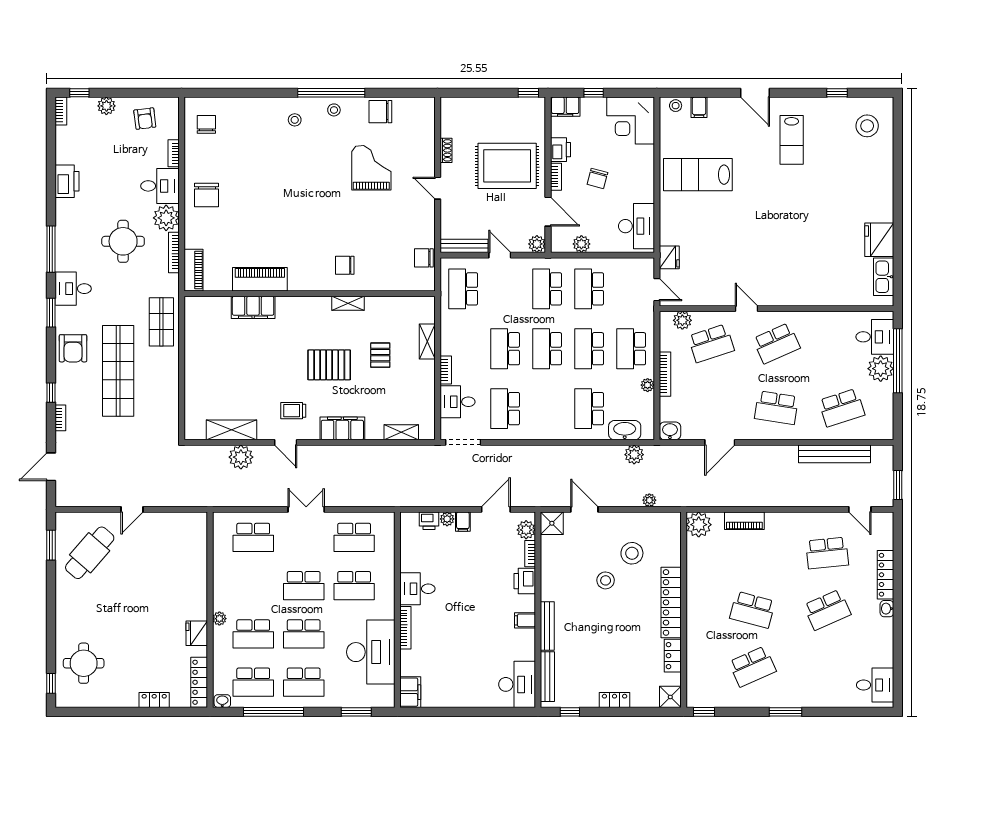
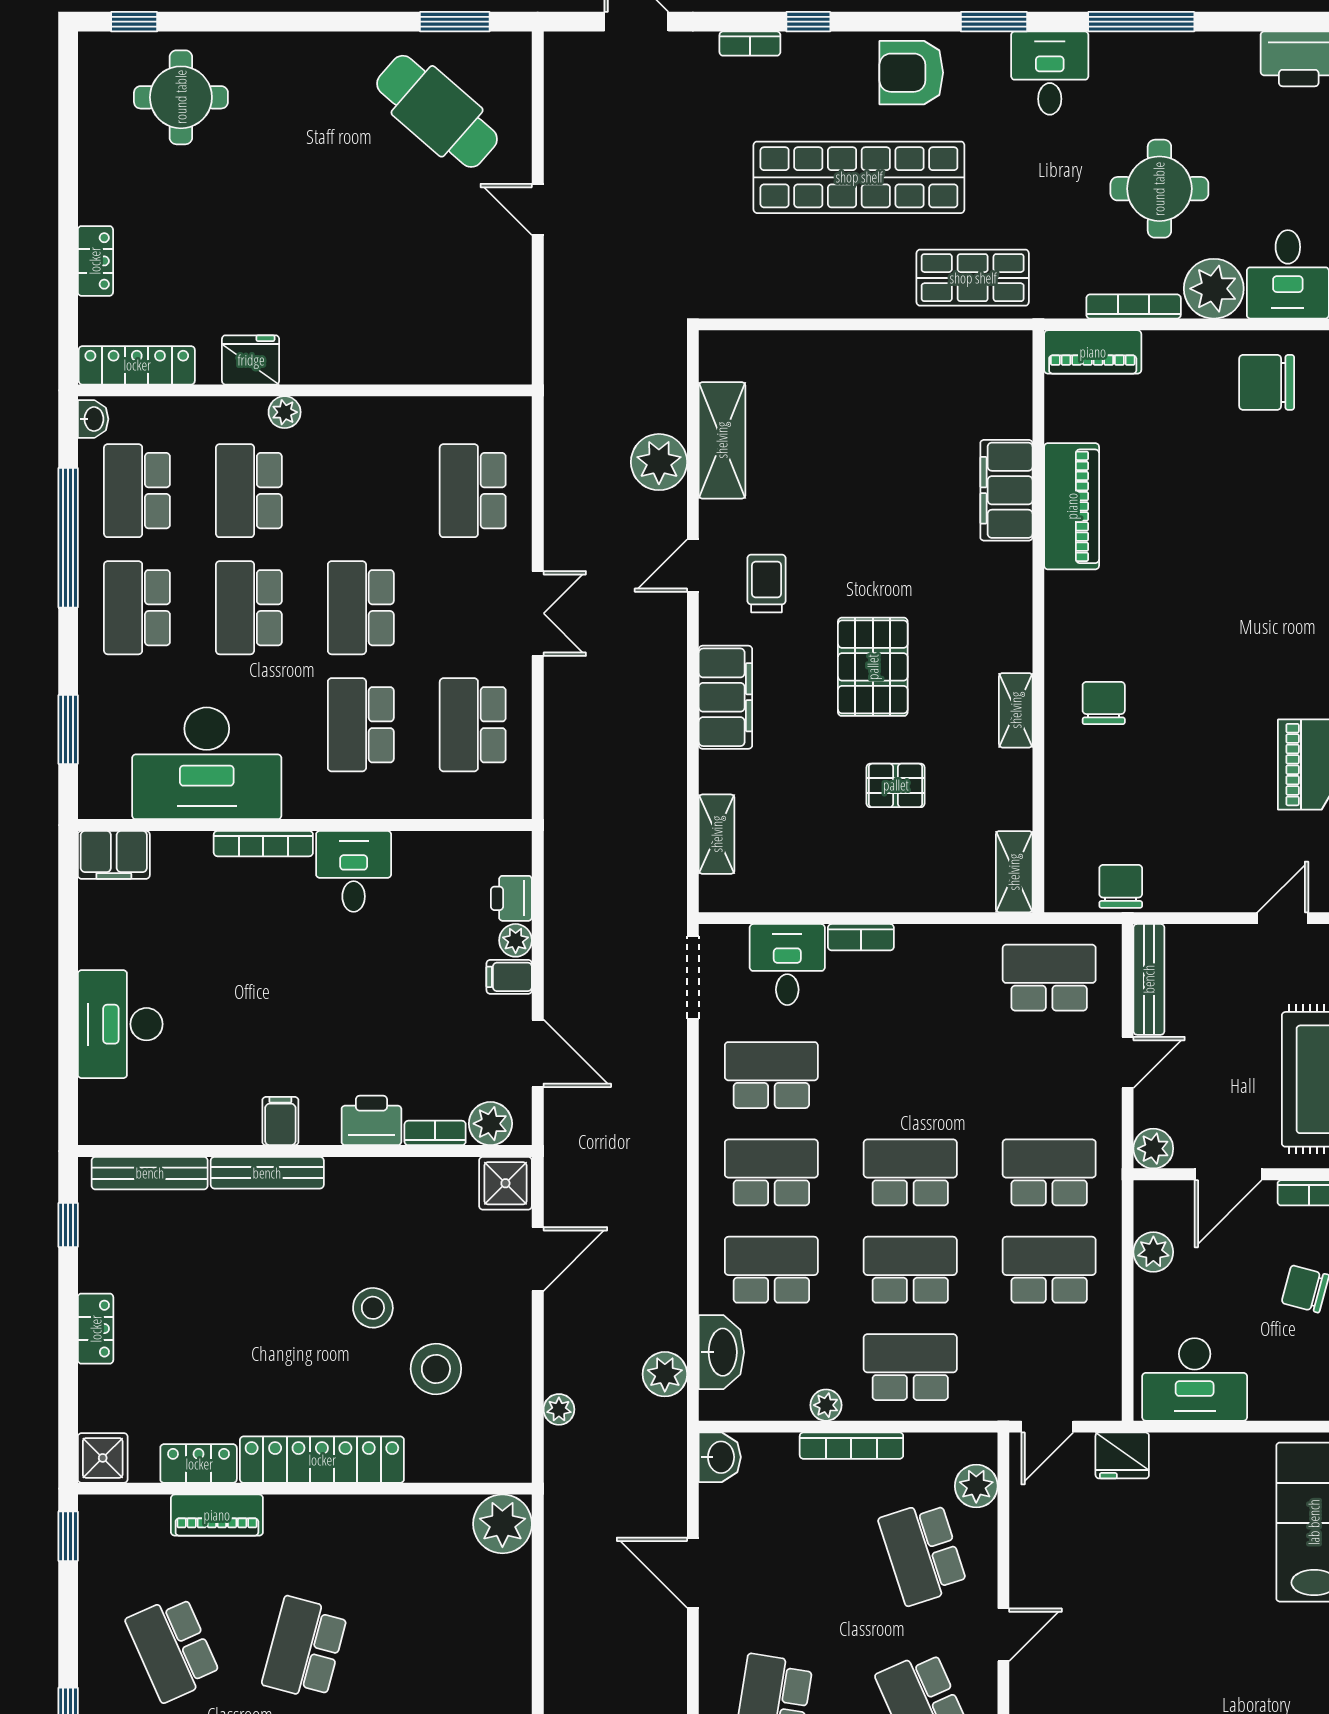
shelving: (427, 341) -> (1014, 872), moved, turned 90
school desk: (505, 349) -> (771, 1172), moved
piano: (744, 521) -> (217, 1515), moved, turned -90
desk: (517, 684) -> (120, 1024), moved, turned 90

